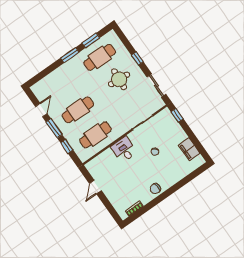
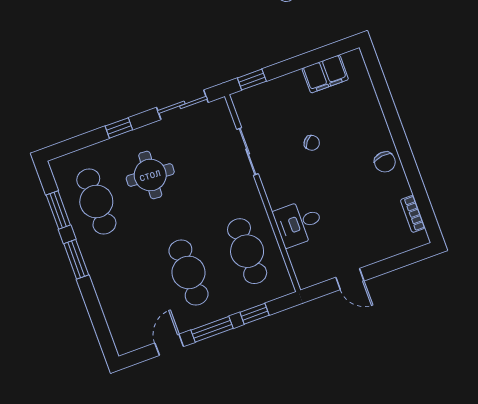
door: (41, 110) -> (169, 345), hinge flipped
desk: (124, 150) -> (299, 223), moved

